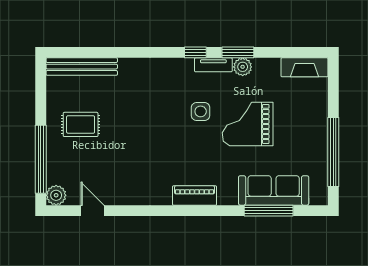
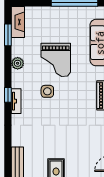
window: (238, 52) -> (8, 35), moved
tv unit: (213, 65) -> (16, 101), moved

